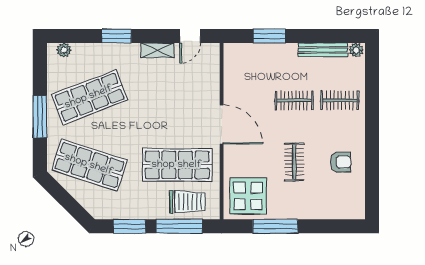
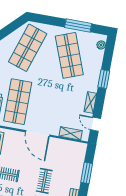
shelving: (212, 73) -> (71, 133), added
window: (40, 117) -> (78, 26), moved
door: (222, 125) -> (38, 133), hinge flipped

